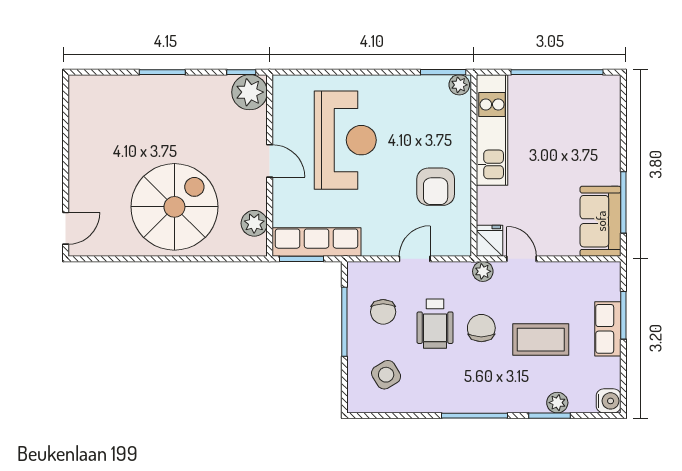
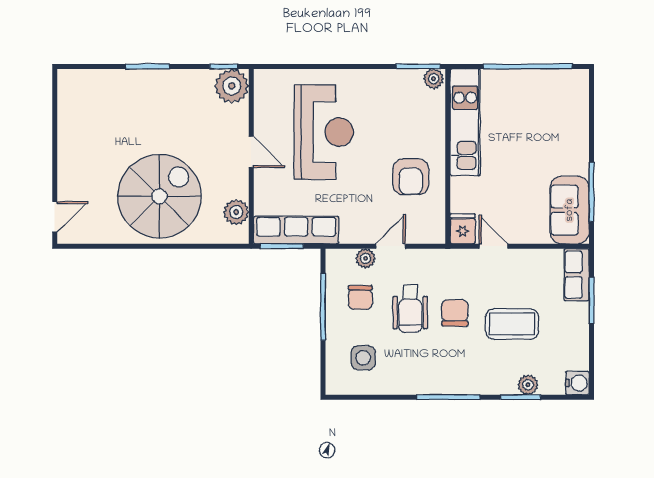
plant: (483, 271) -> (366, 258), moved
row of seats: (608, 329) -> (577, 275), moved
side table: (386, 375) -> (363, 358), turned 31

